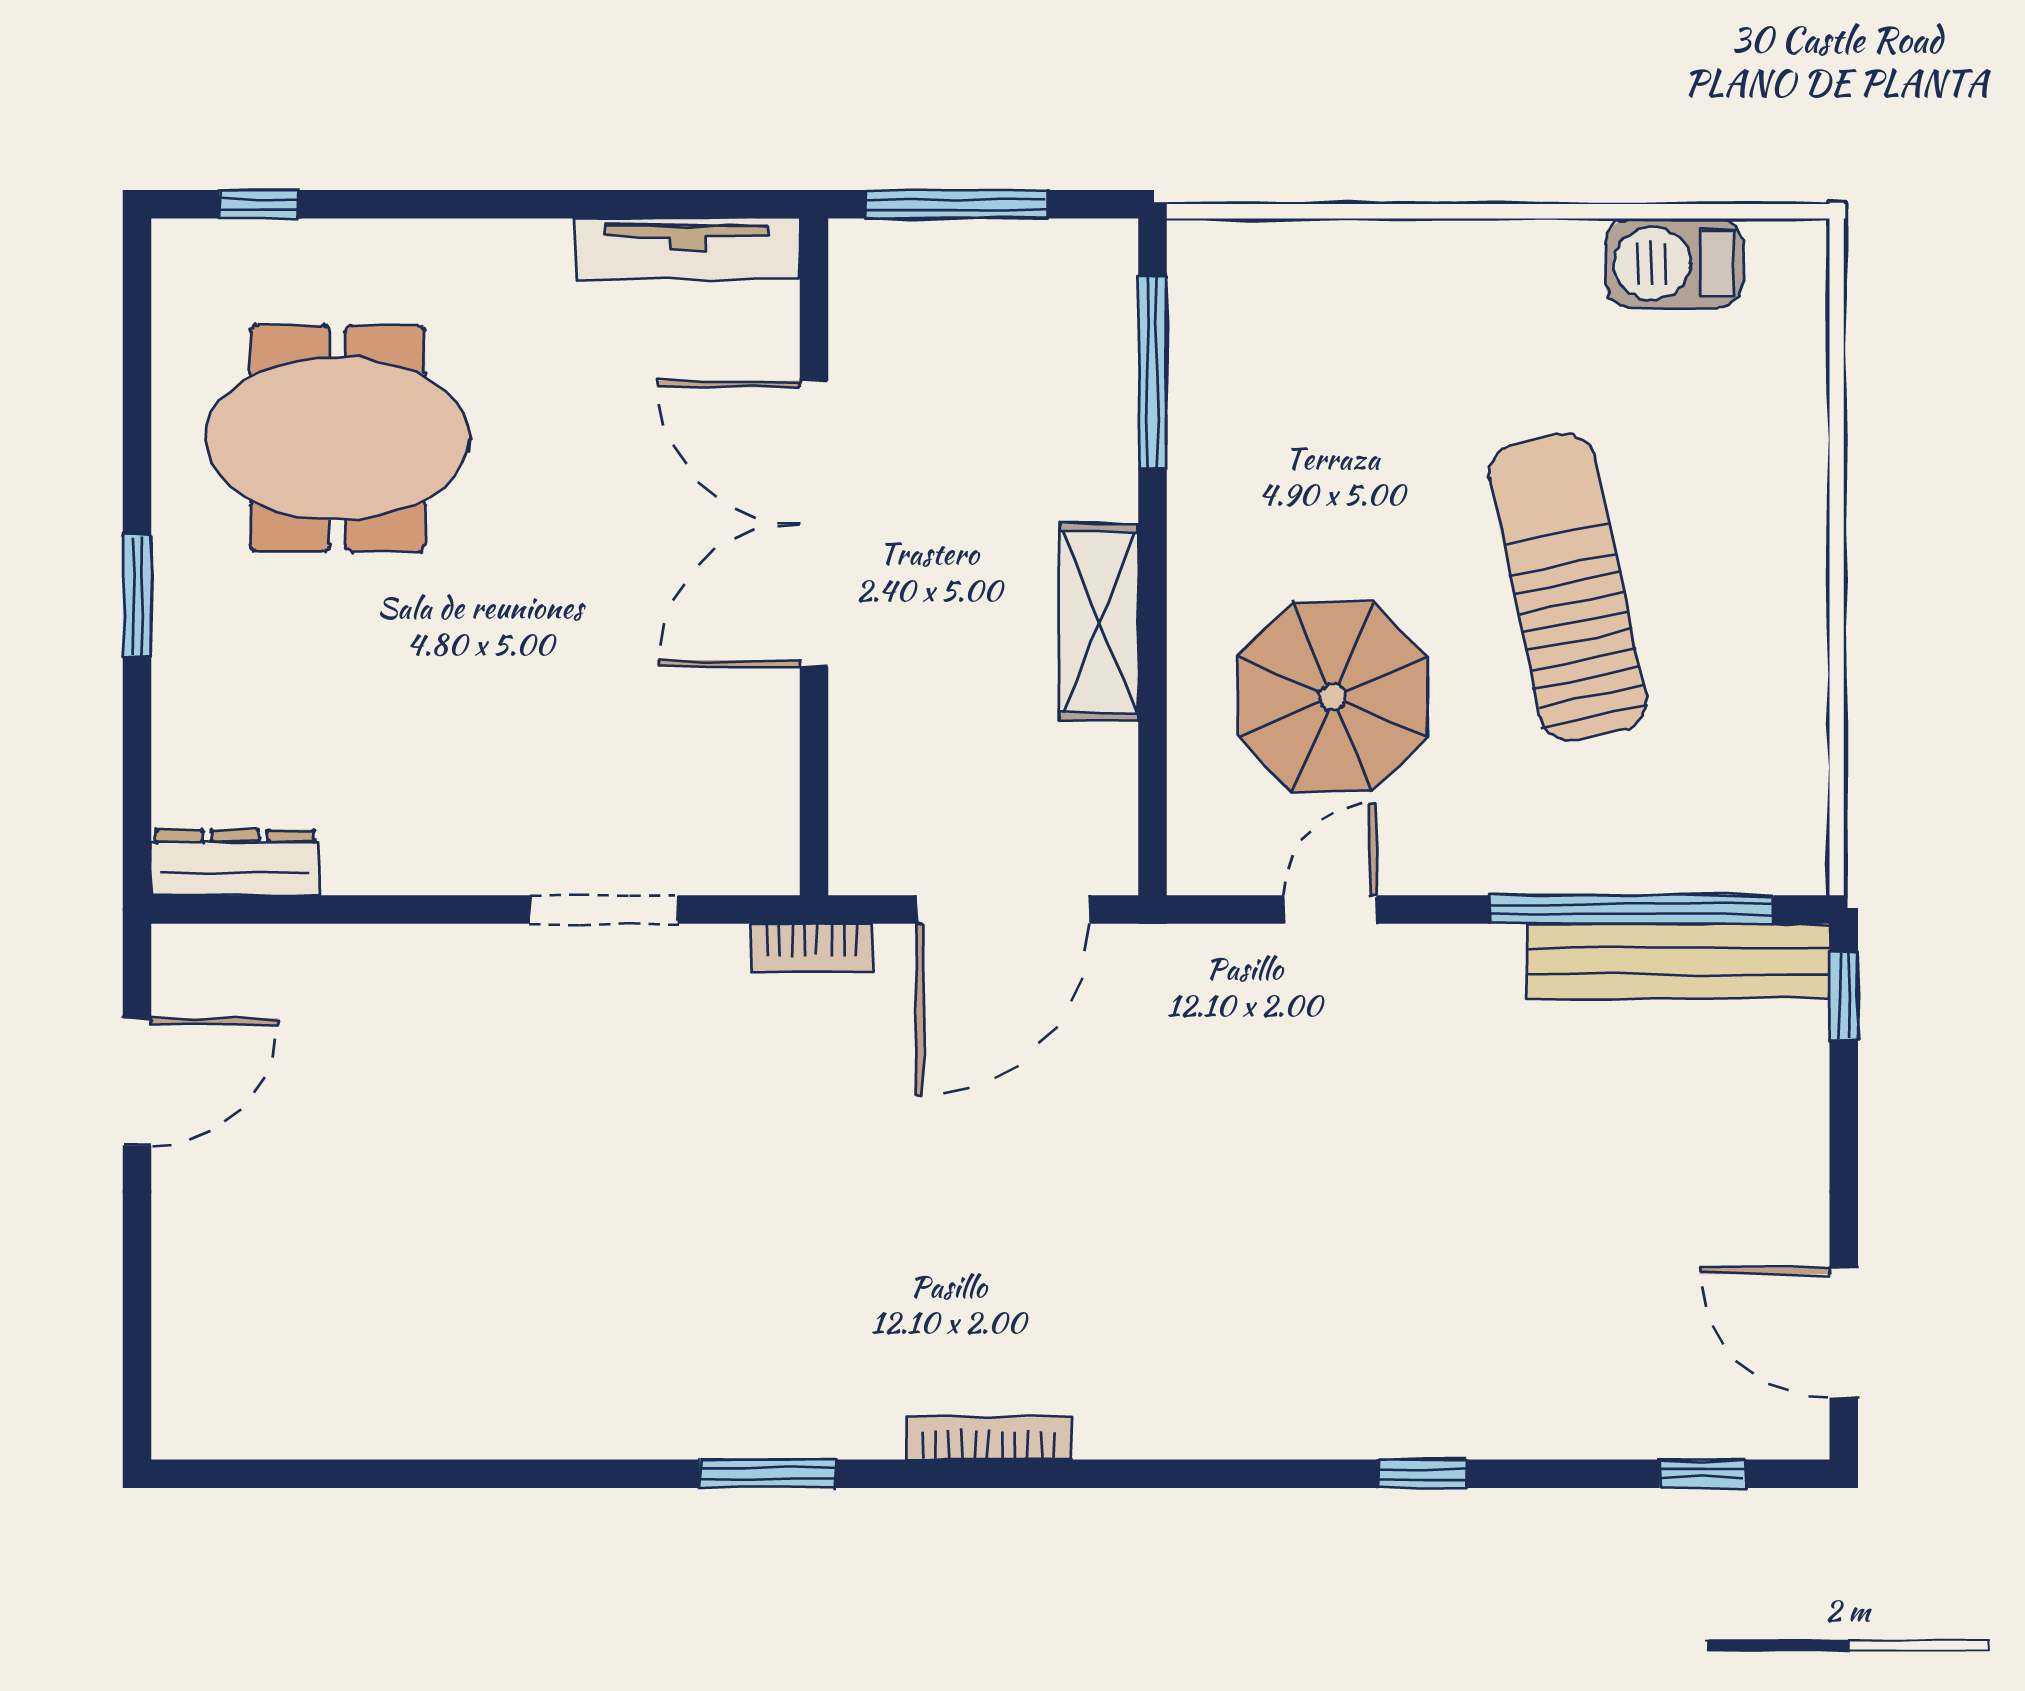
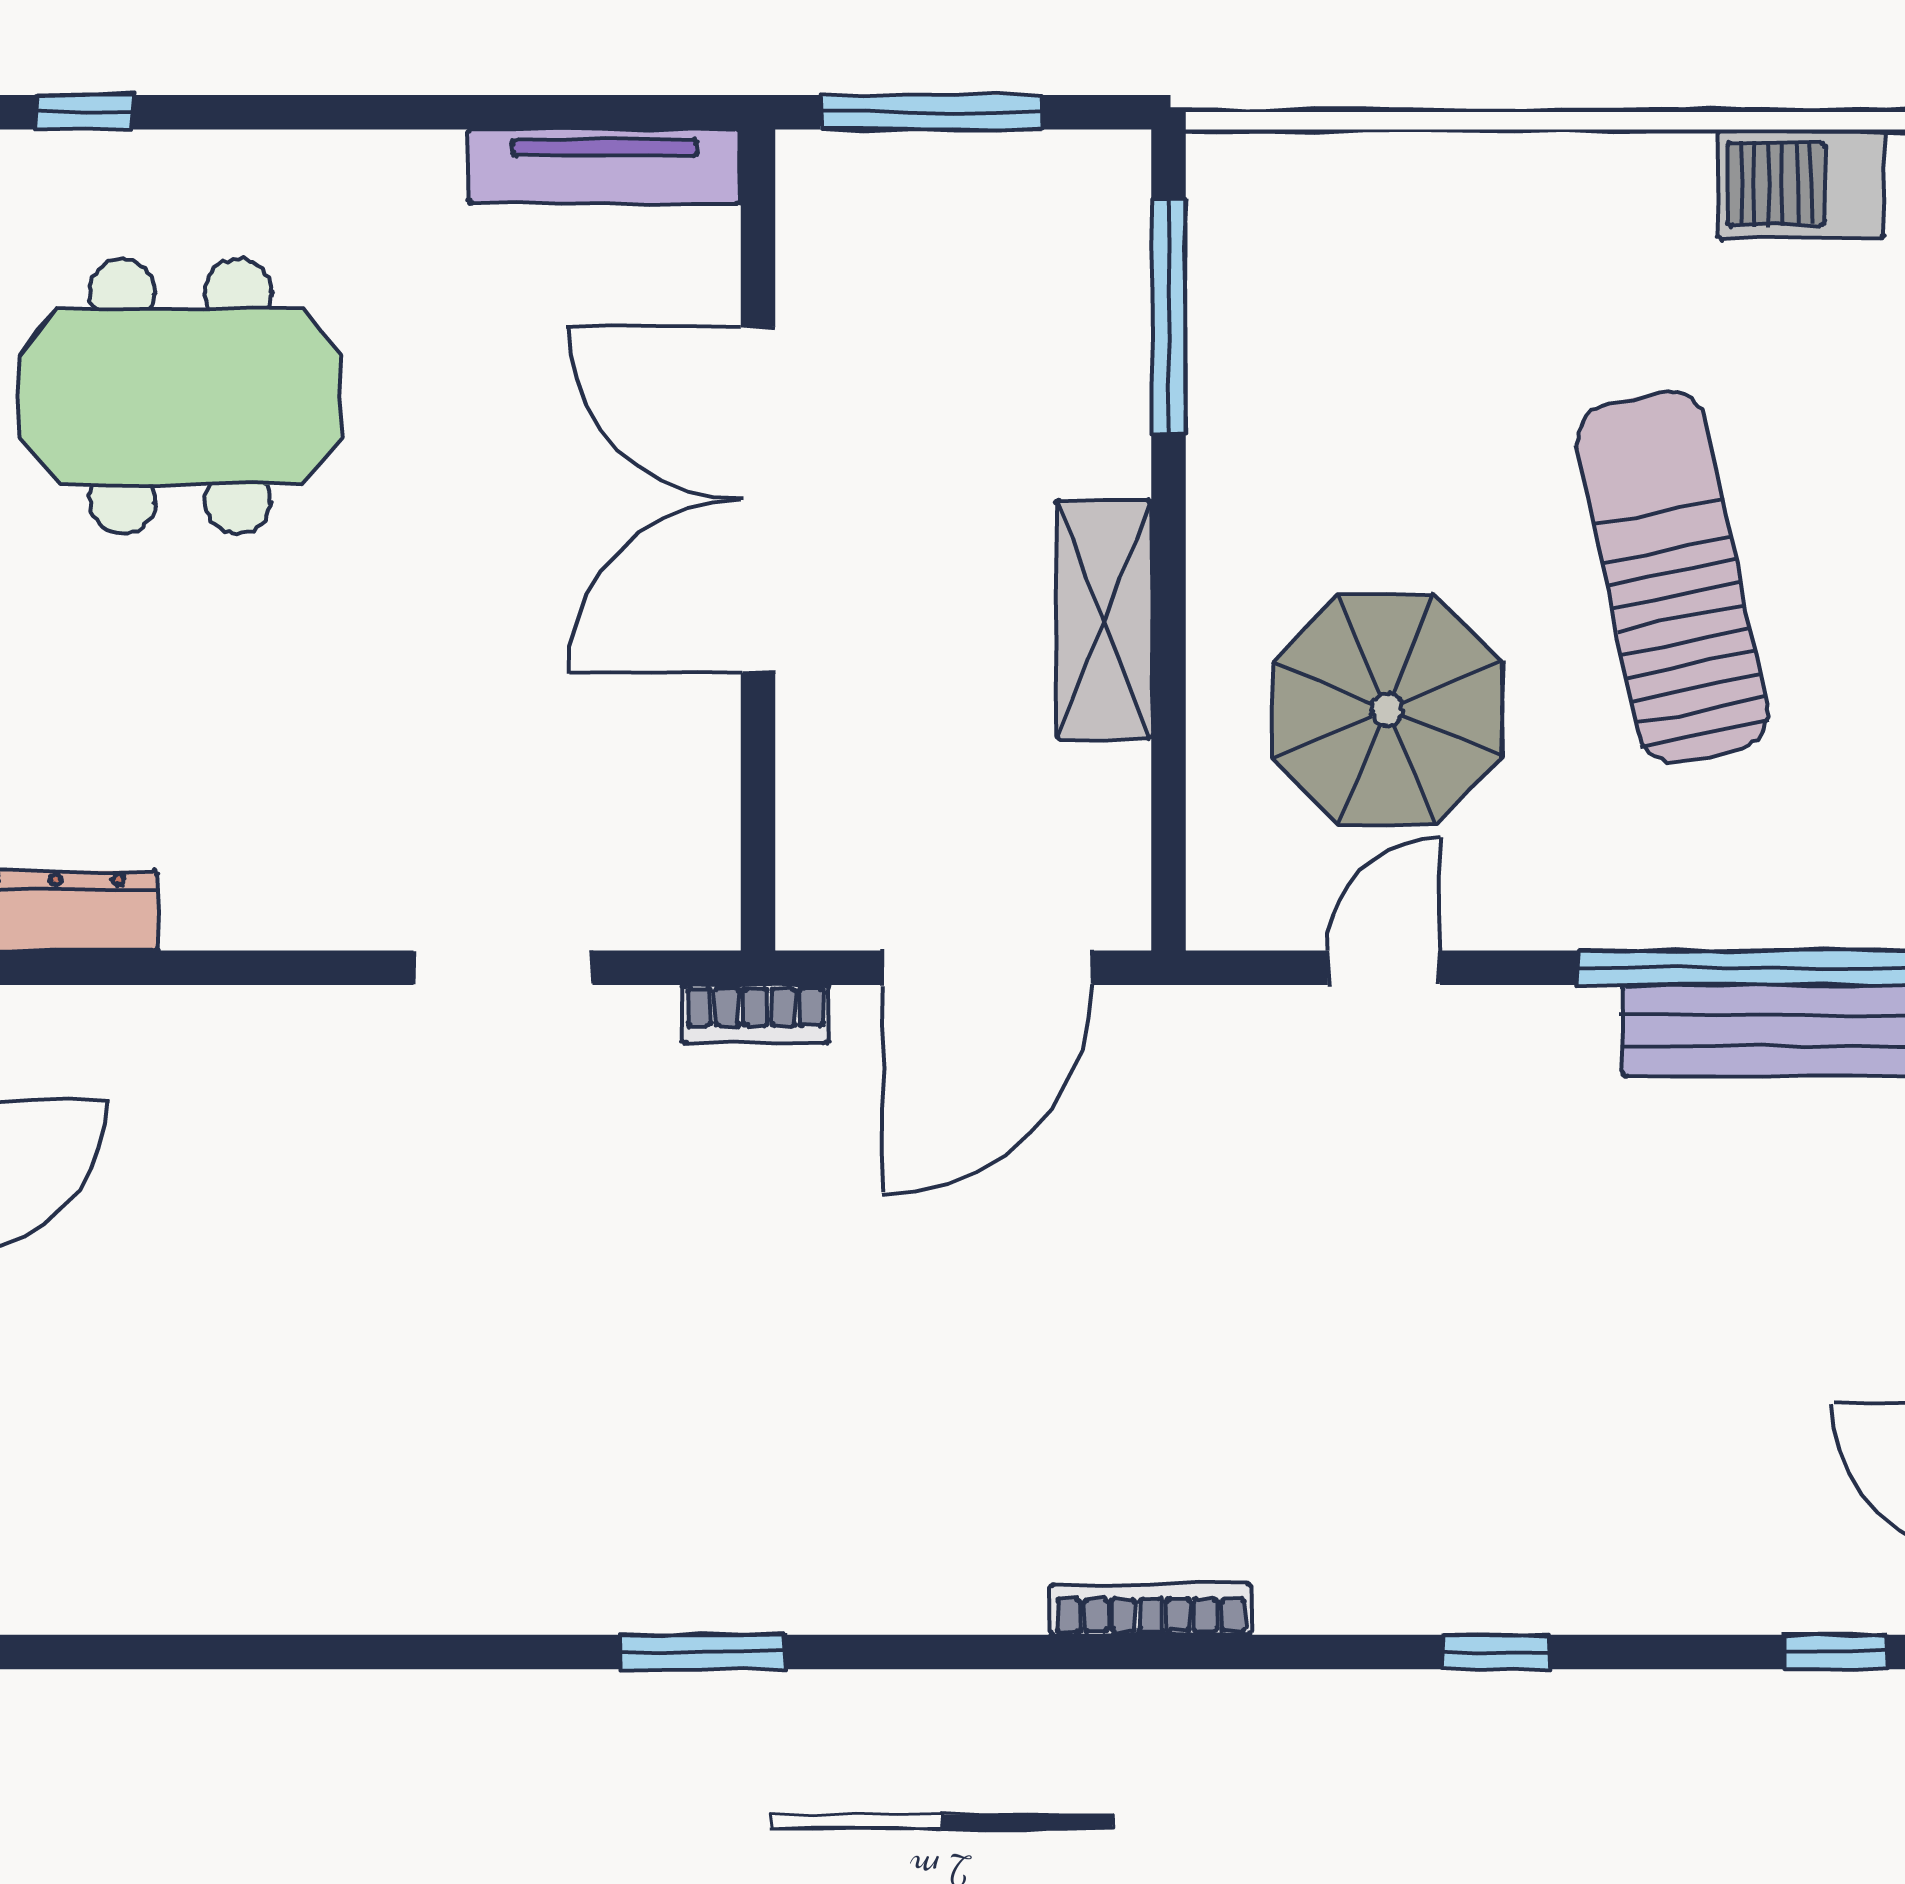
bookcase: (989, 1438) -> (1151, 1609), moved

